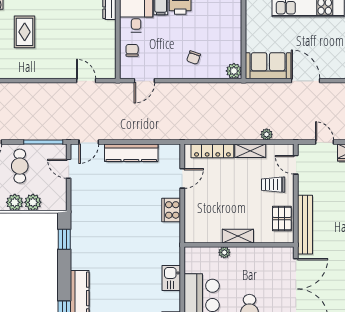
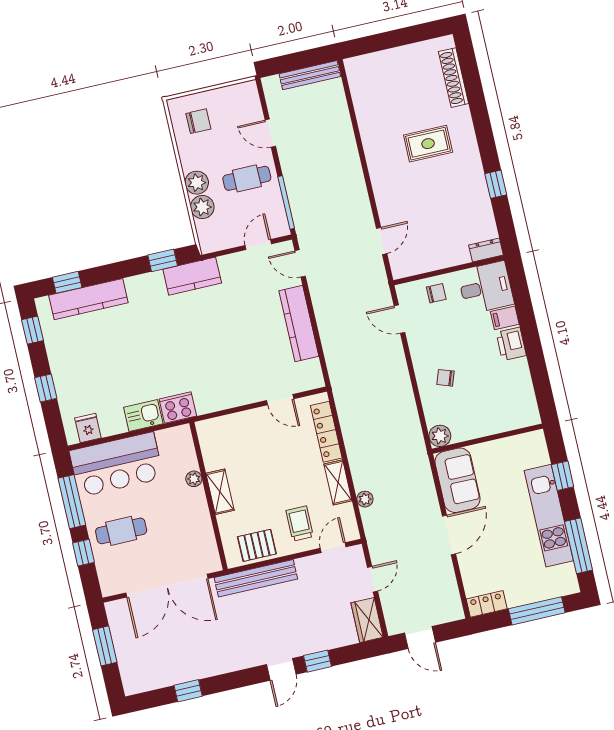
cooker: (171, 210) -> (178, 408), moved
kitchen counter: (80, 221) -> (192, 276), added

